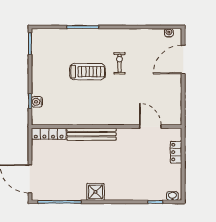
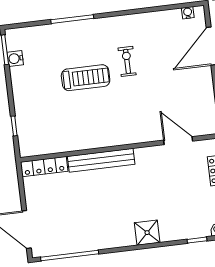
water cooler: (37, 102) -> (15, 59), moved
shower: (95, 192) -> (147, 233), moved

